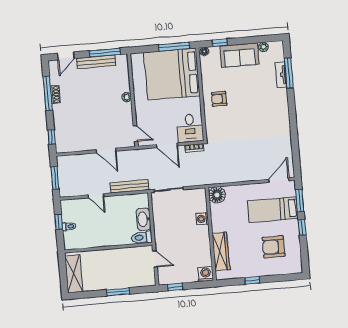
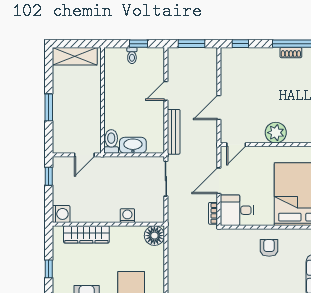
plant: (127, 97) -> (276, 133), width x1.88, depth x1.88

